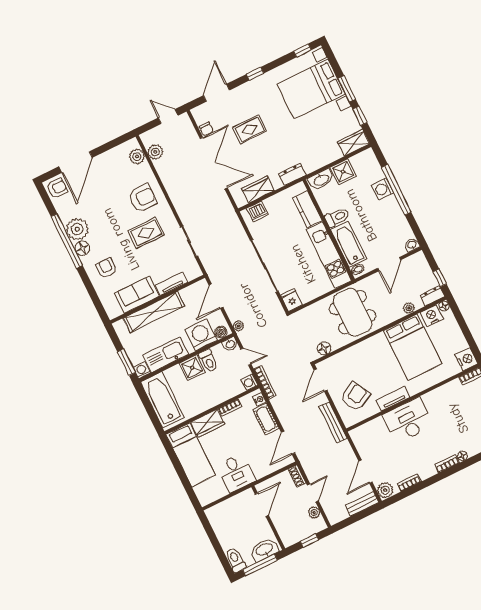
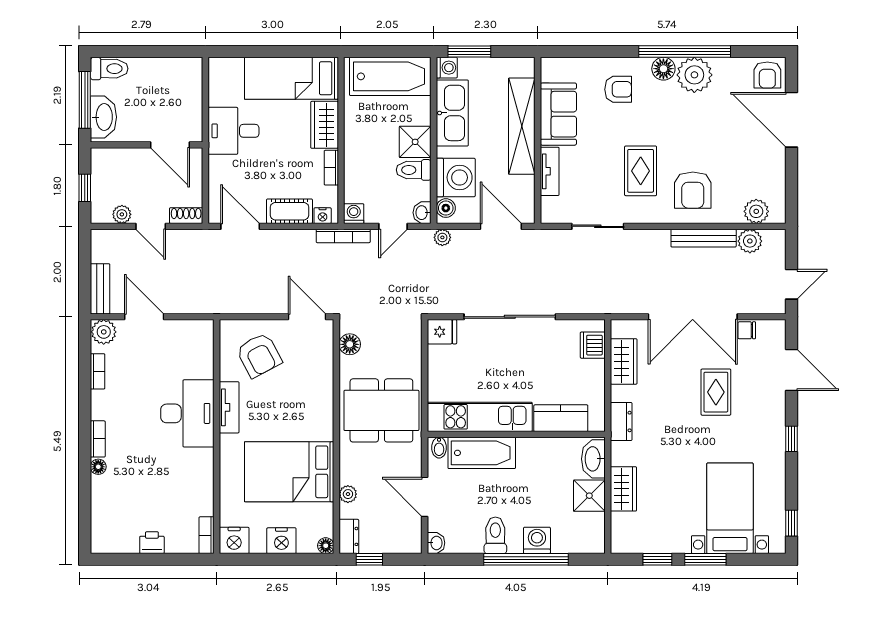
bed with nightstands: (311, 89) -> (730, 508), width x0.73
wardrobe: (354, 143) -> (623, 489), moved
toilet: (337, 217) -> (495, 535), moved, turned 180
nightstand: (432, 316) -> (281, 541), moved, turned 90
bench: (333, 422) -> (704, 238), moved

